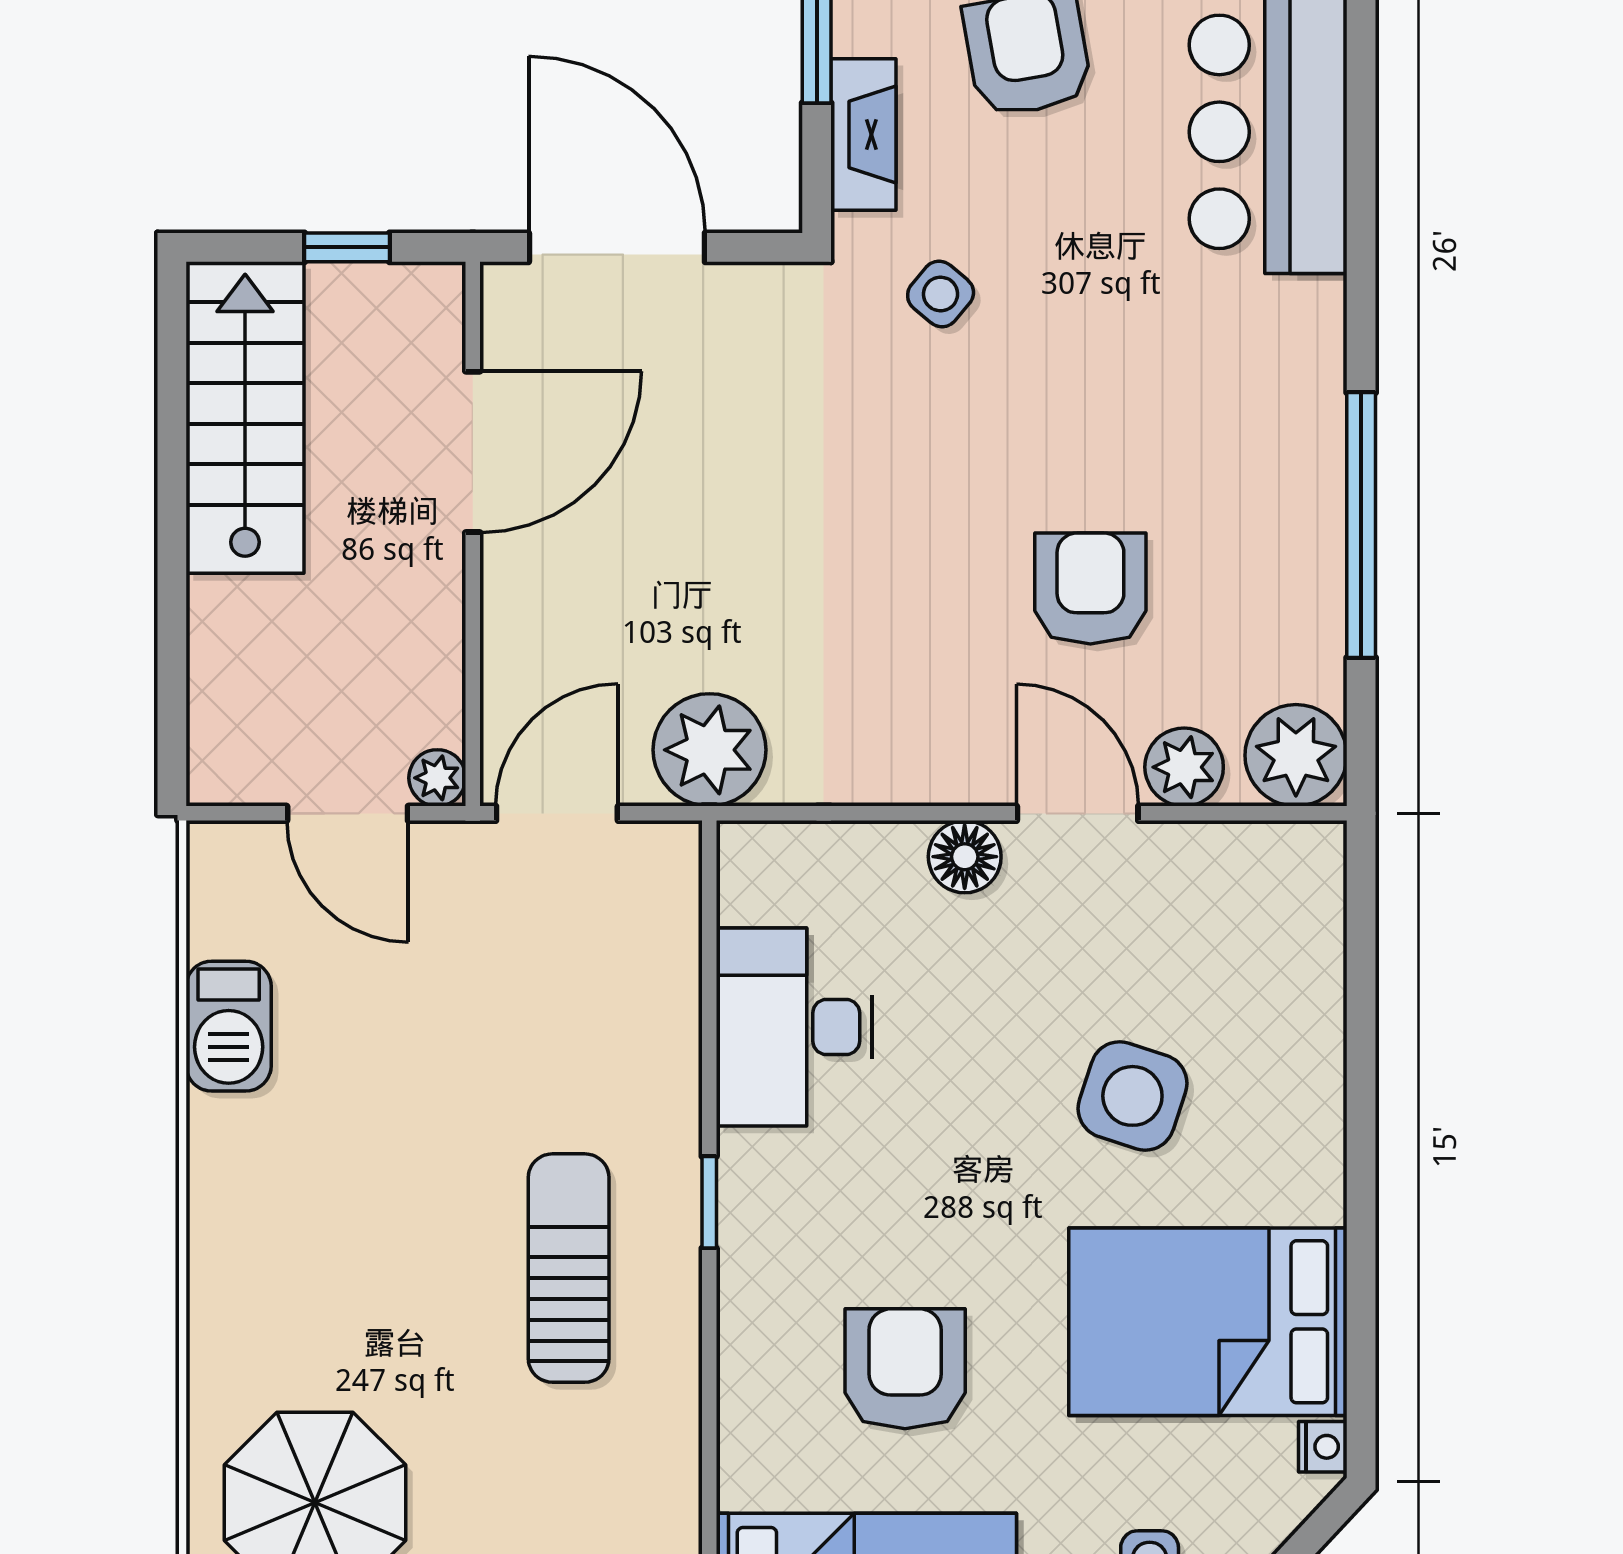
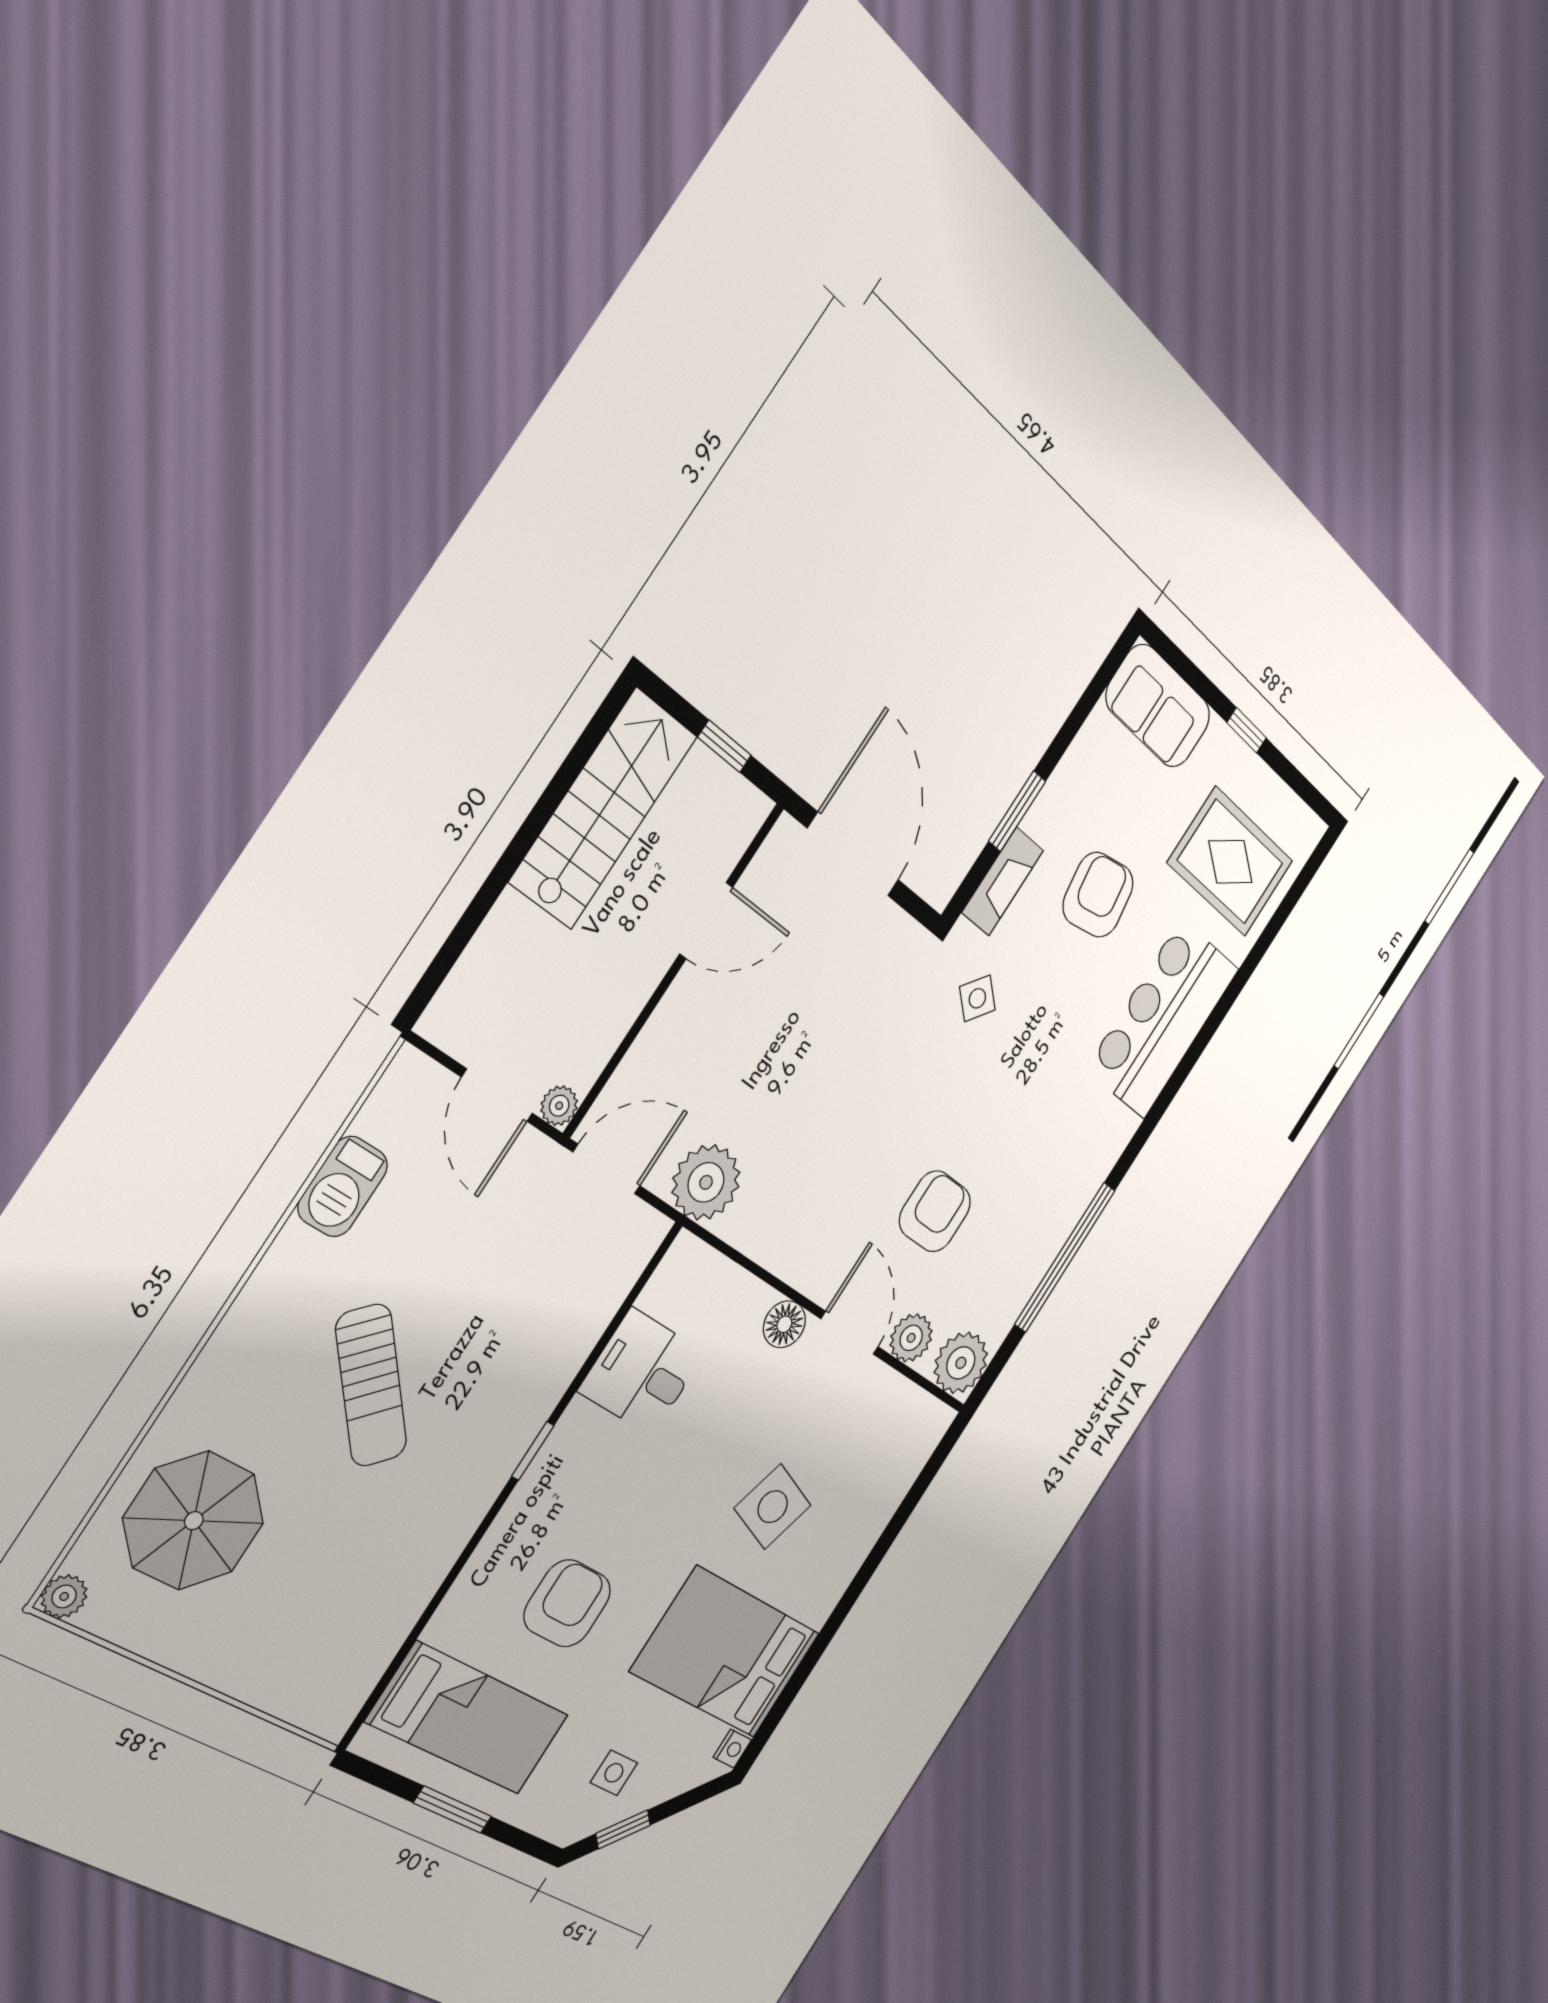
door: (473, 452) -> (706, 921), width x0.73
desk: (794, 1027) -> (642, 1372), width x0.73
sun lounger: (569, 1268) -> (371, 1386), moved, turned 137

